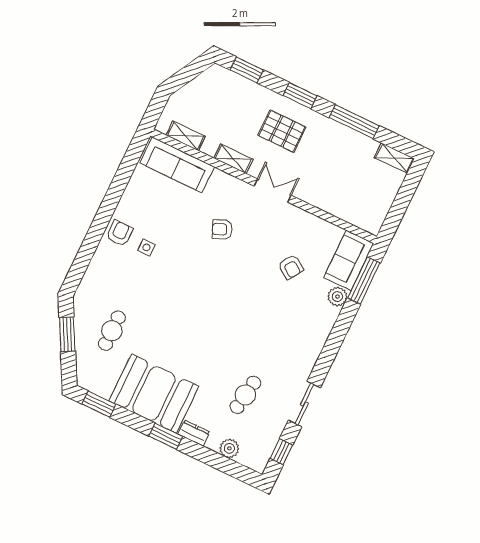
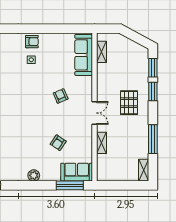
window: (300, 96) -> (153, 91), moved
shelving: (233, 159) -> (102, 143), moved
plant: (337, 297) -> (34, 175), moved

